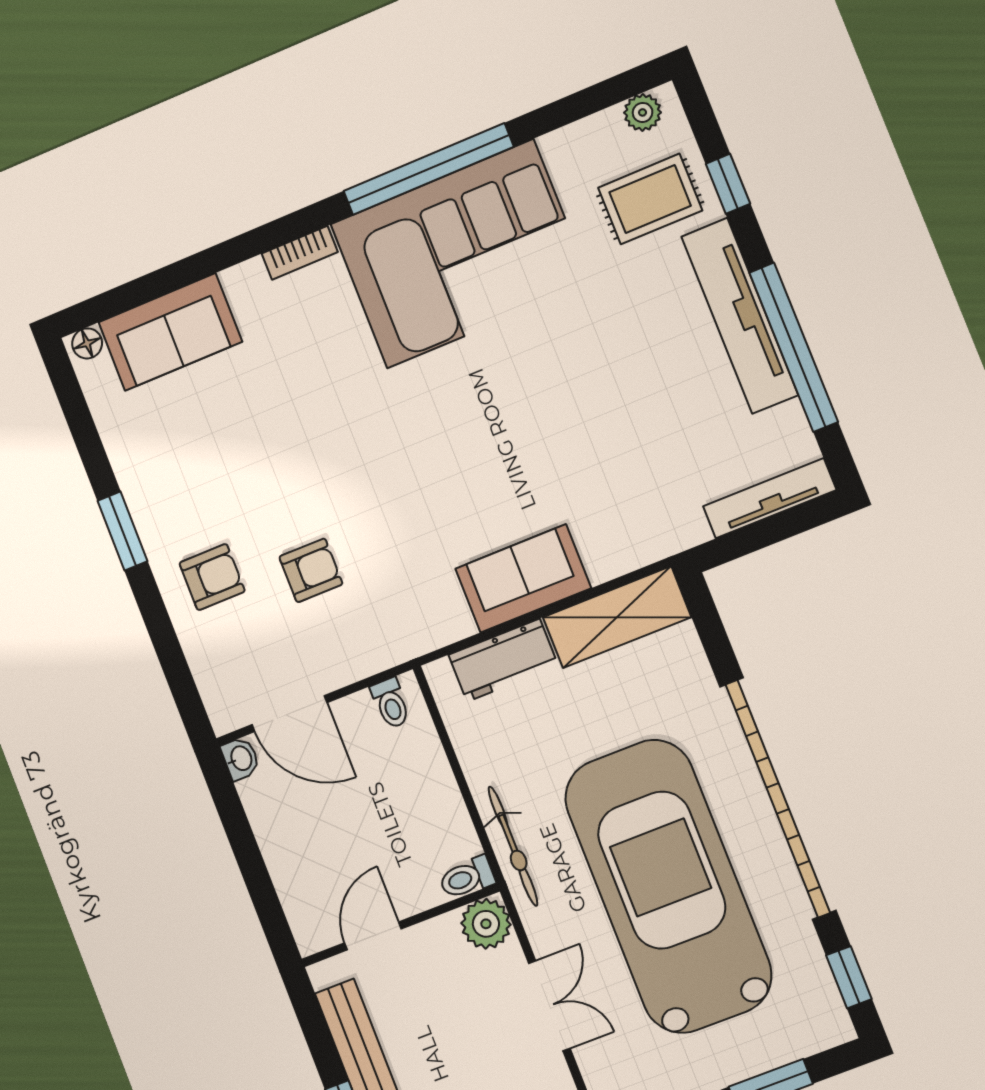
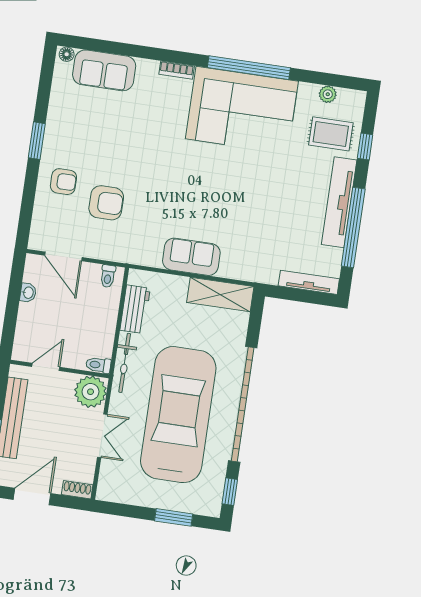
plant: (643, 112) -> (328, 94), moved
armchair: (311, 570) -> (106, 203), width x1.38, depth x1.38
workbench: (503, 660) -> (135, 309), moved, turned -90
washbasin: (241, 759) -> (28, 293), moved
plant: (486, 924) -> (91, 392), width x1.36, depth x1.36

